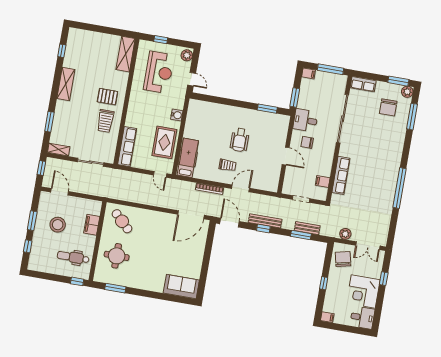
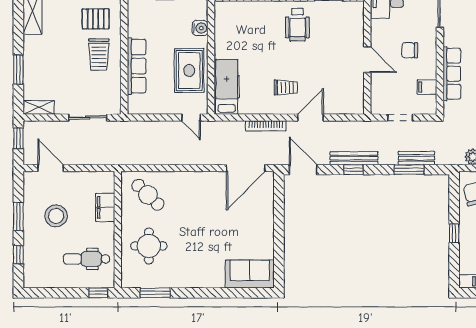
wheelchair: (240, 140) -> (297, 25), moved
chair: (307, 142) -> (410, 50), moved
row of seats: (127, 147) -> (137, 66), moved

